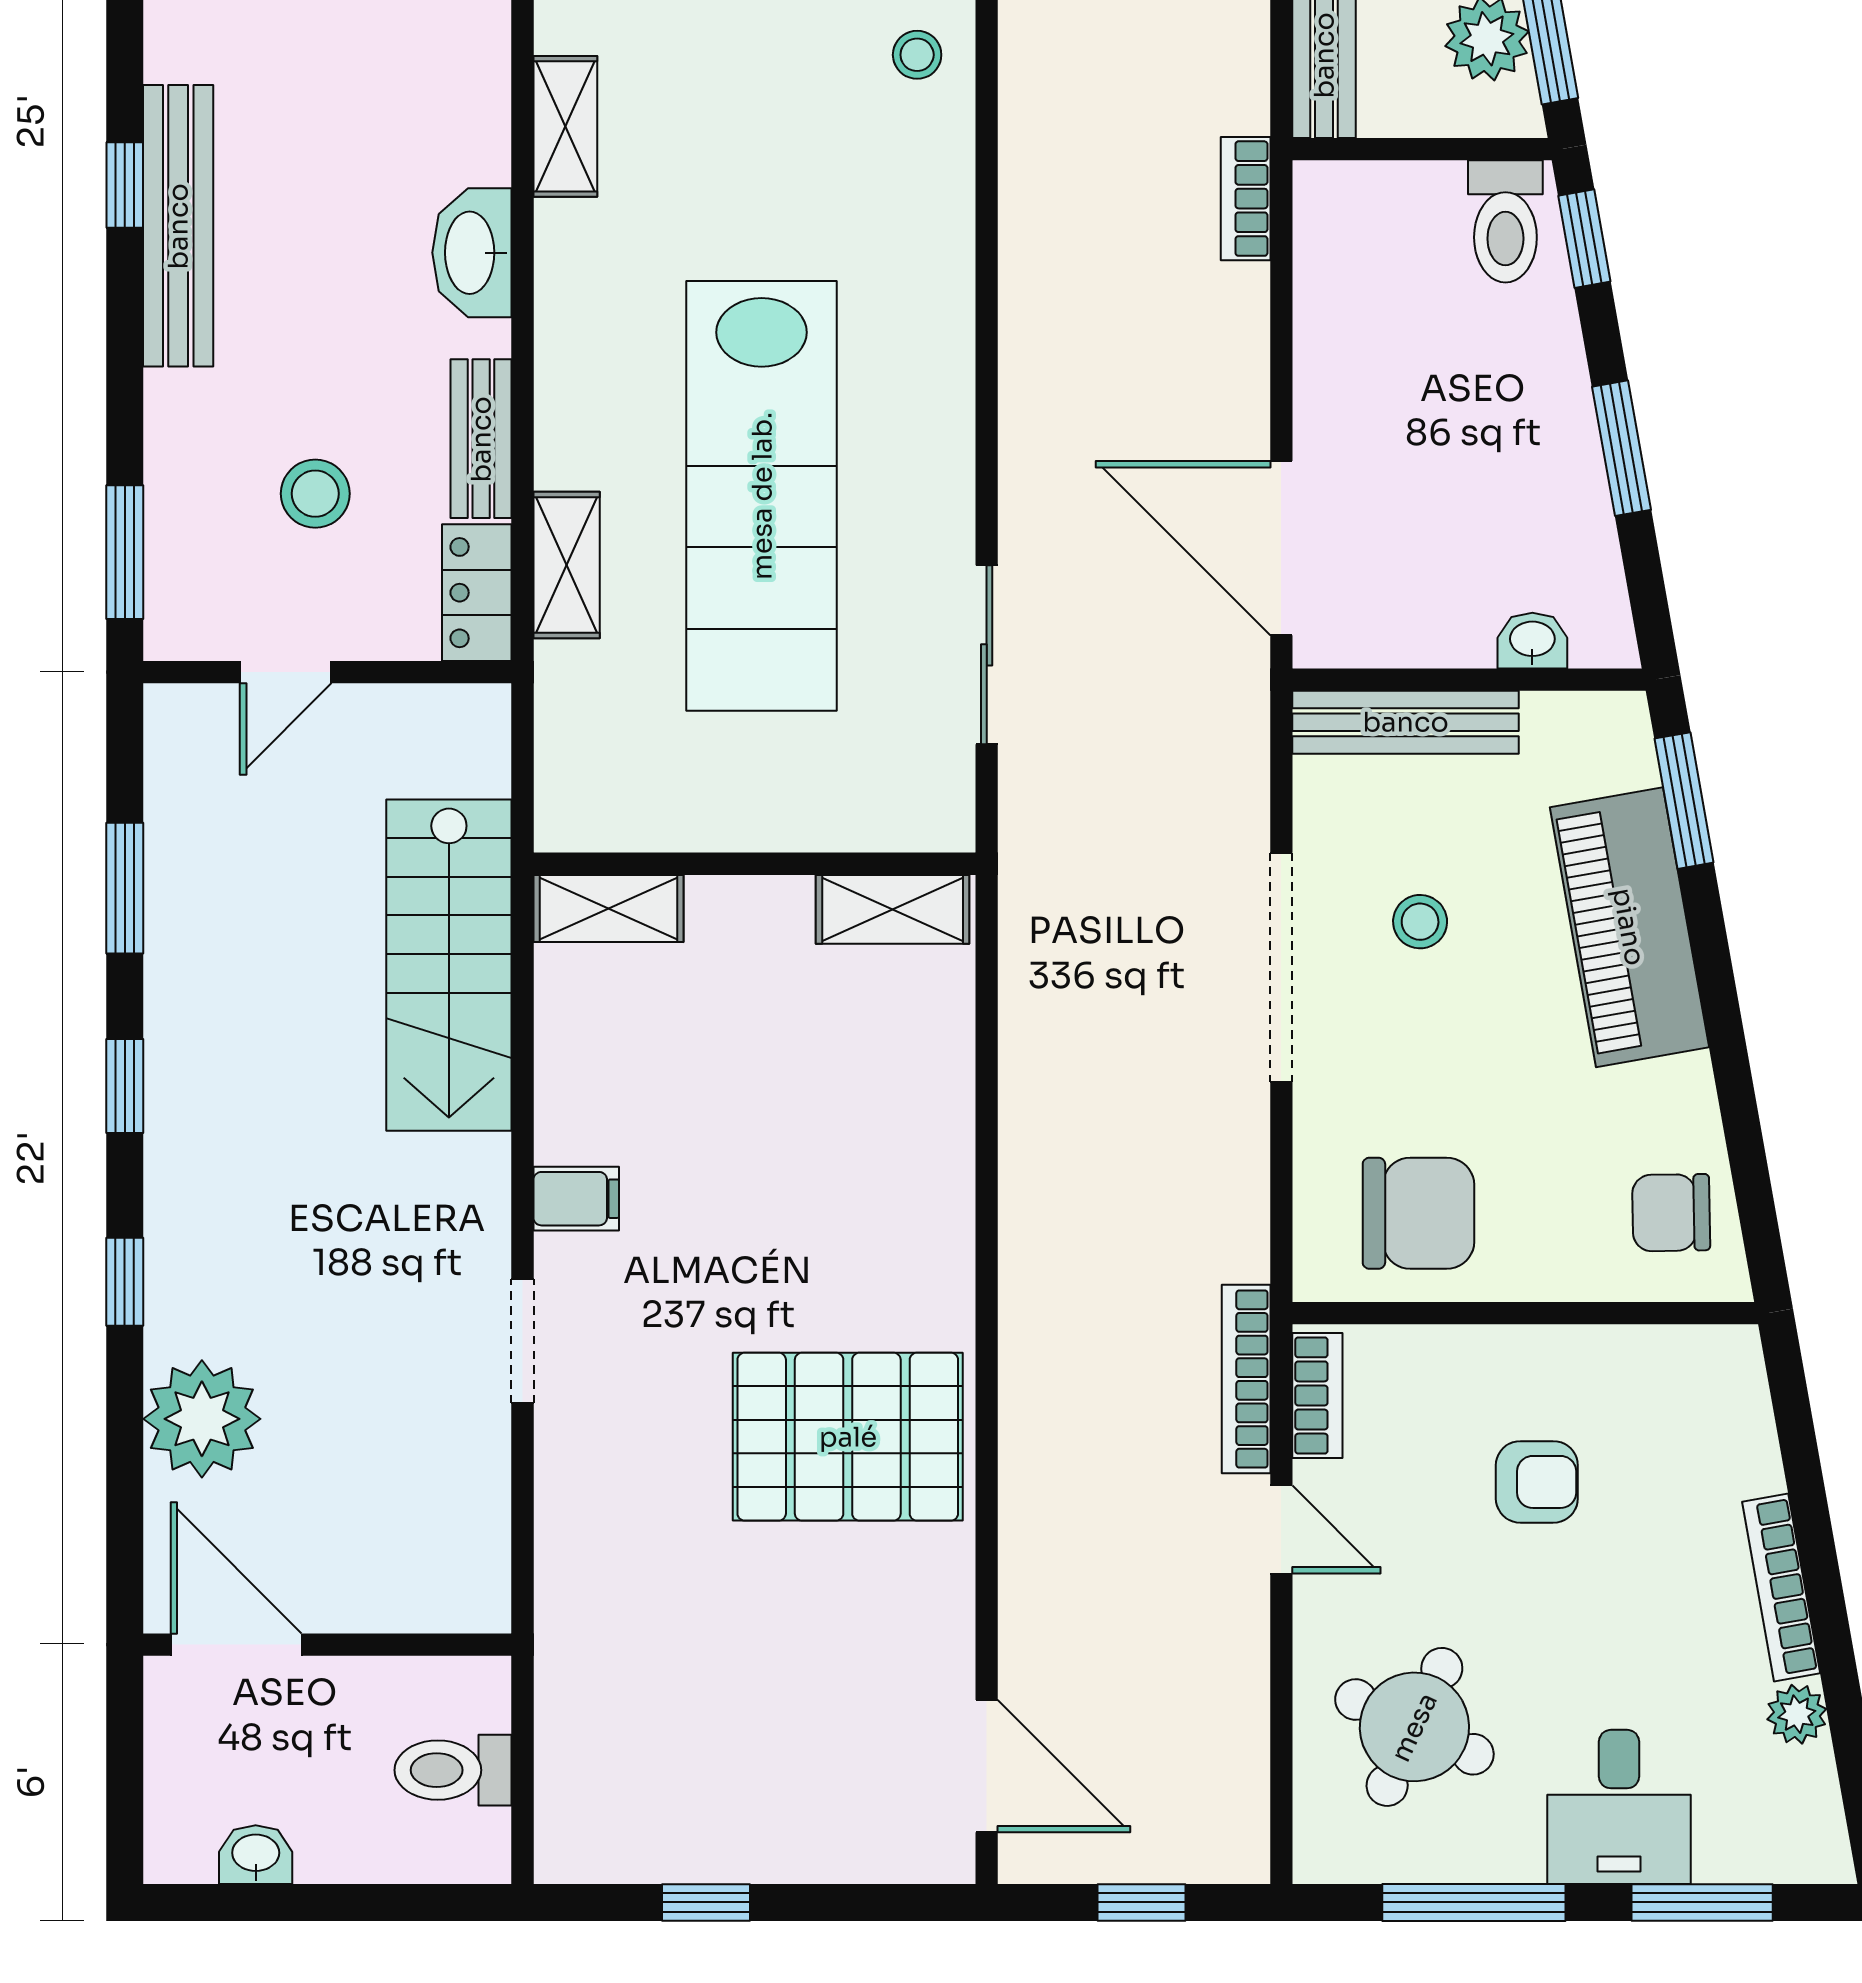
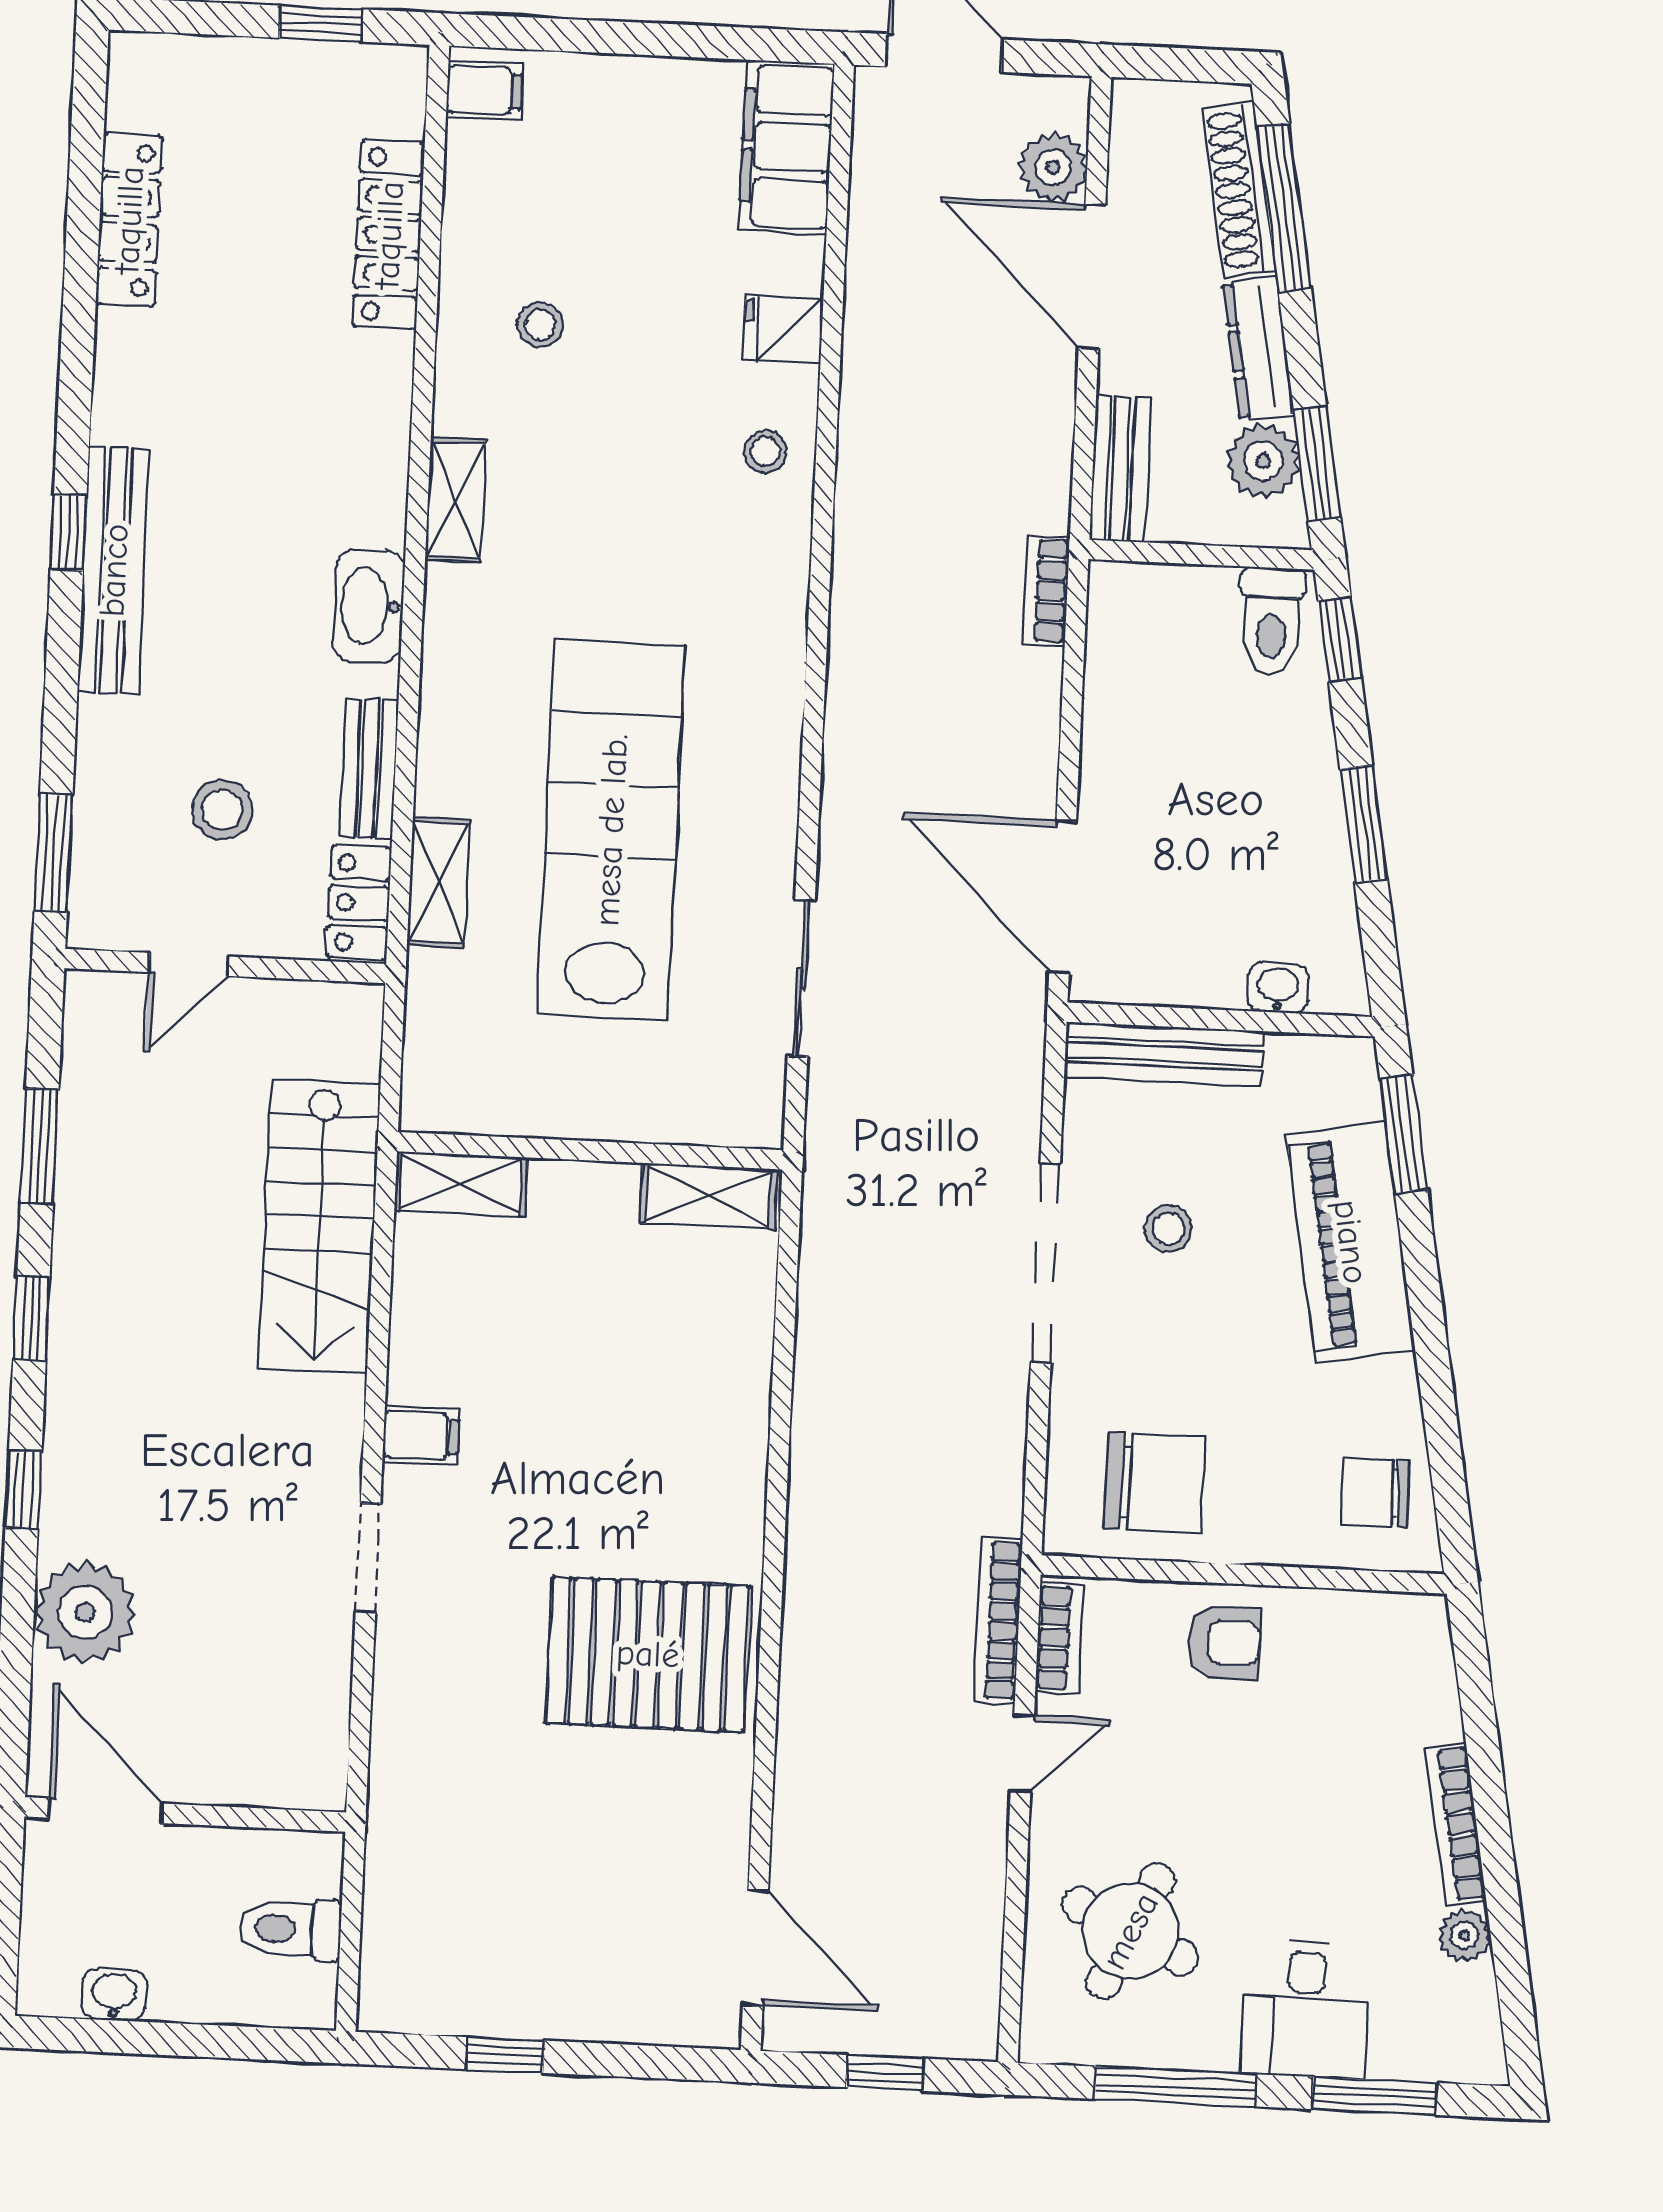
lab bench: (762, 496) -> (611, 830), turned 180
armchair: (1537, 1482) -> (1224, 1643), moved
door: (1281, 1529) -> (1022, 1753), hinge flipped

